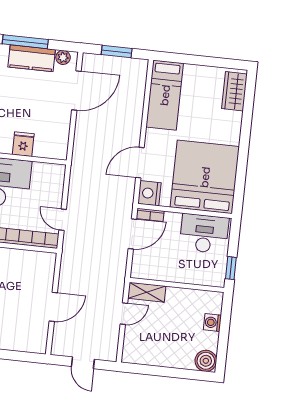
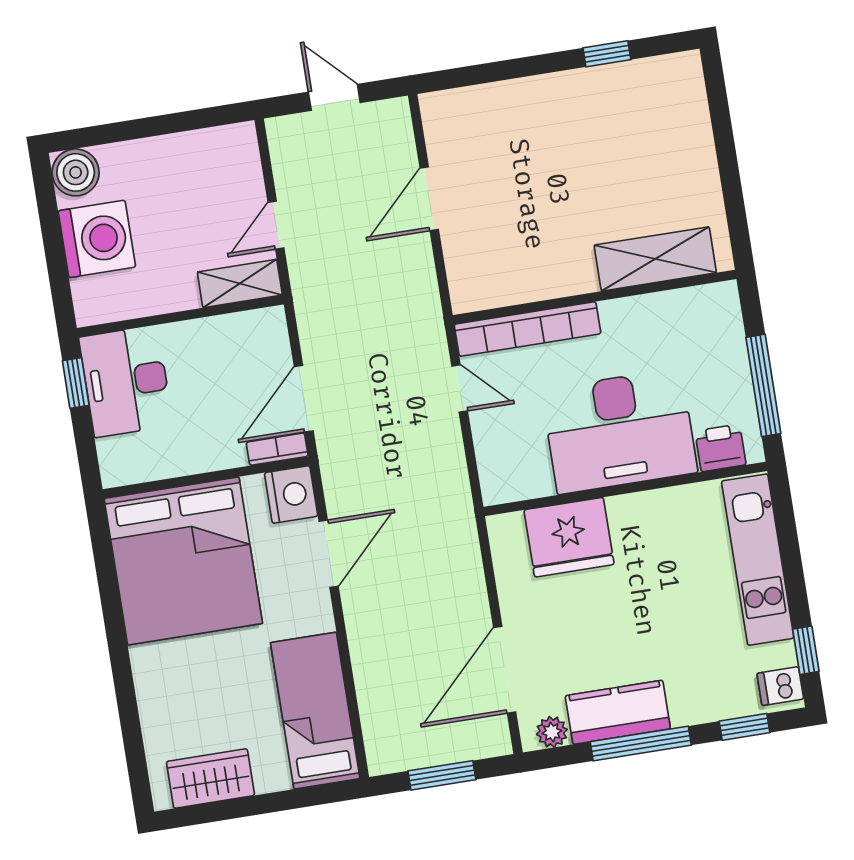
wardrobe: (234, 91) -> (210, 778), moved, turned -90
fridge: (23, 144) -> (569, 537), width x1.88, depth x1.34
desk: (204, 234) -> (126, 381), moved, turned 90
washing machine: (212, 322) -> (97, 239), width x1.89, depth x1.89

